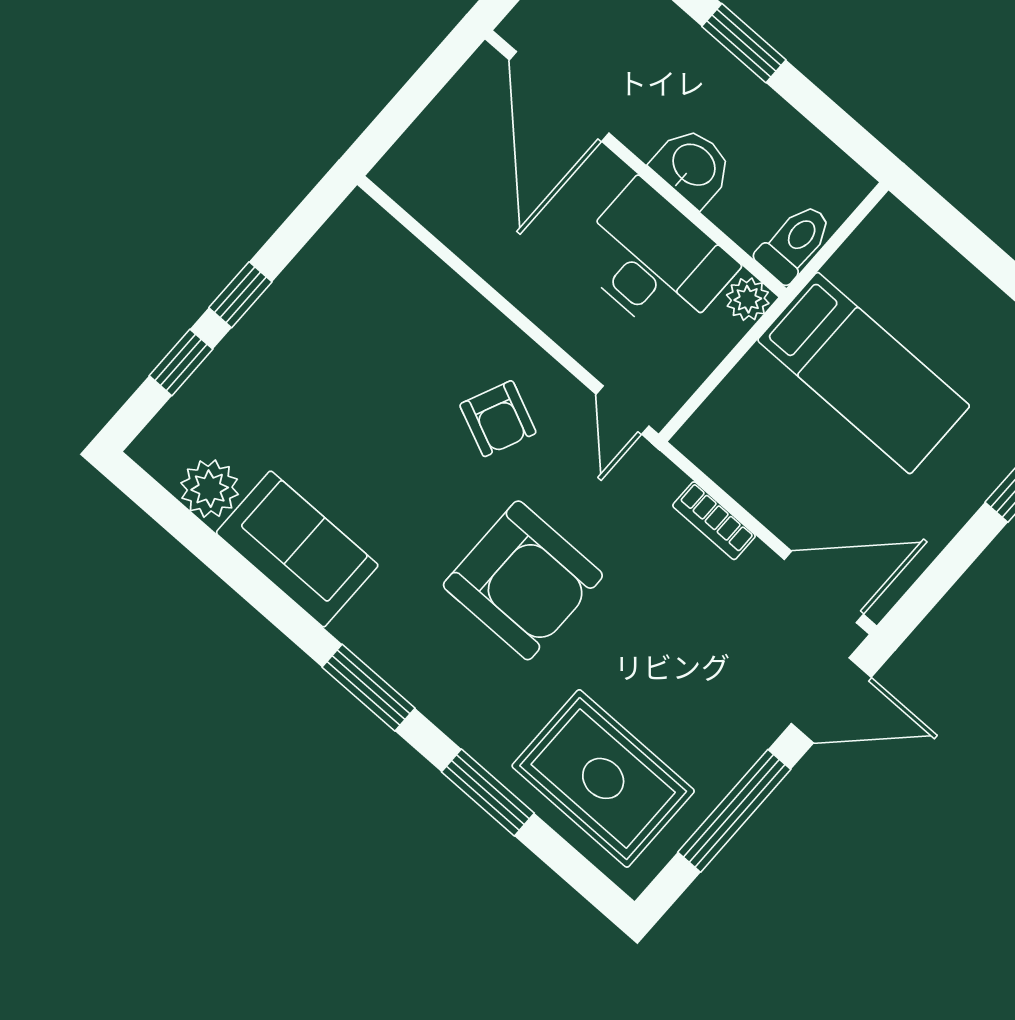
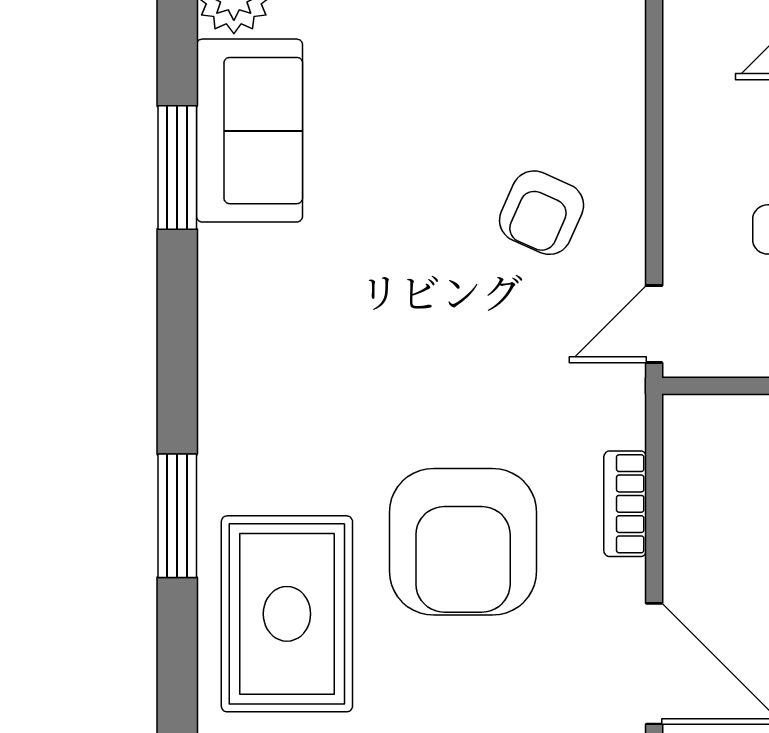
armchair: (523, 580) -> (463, 542), moved
window: (369, 688) -> (177, 168), moved

